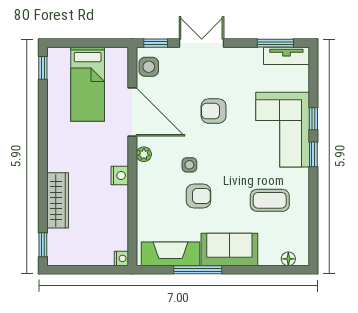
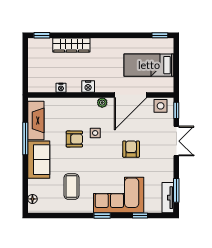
window: (313, 119) -> (140, 216), moved
armchair: (198, 196) -> (74, 139), turned -90
nightstand: (121, 258) -> (61, 88), moved

